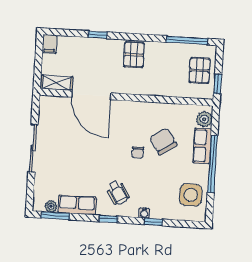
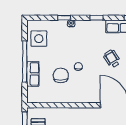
plant: (204, 119) -> (33, 93), removed
chair: (163, 141) -> (61, 75), turned -146
wheelchair: (118, 192) -> (112, 59), moved

